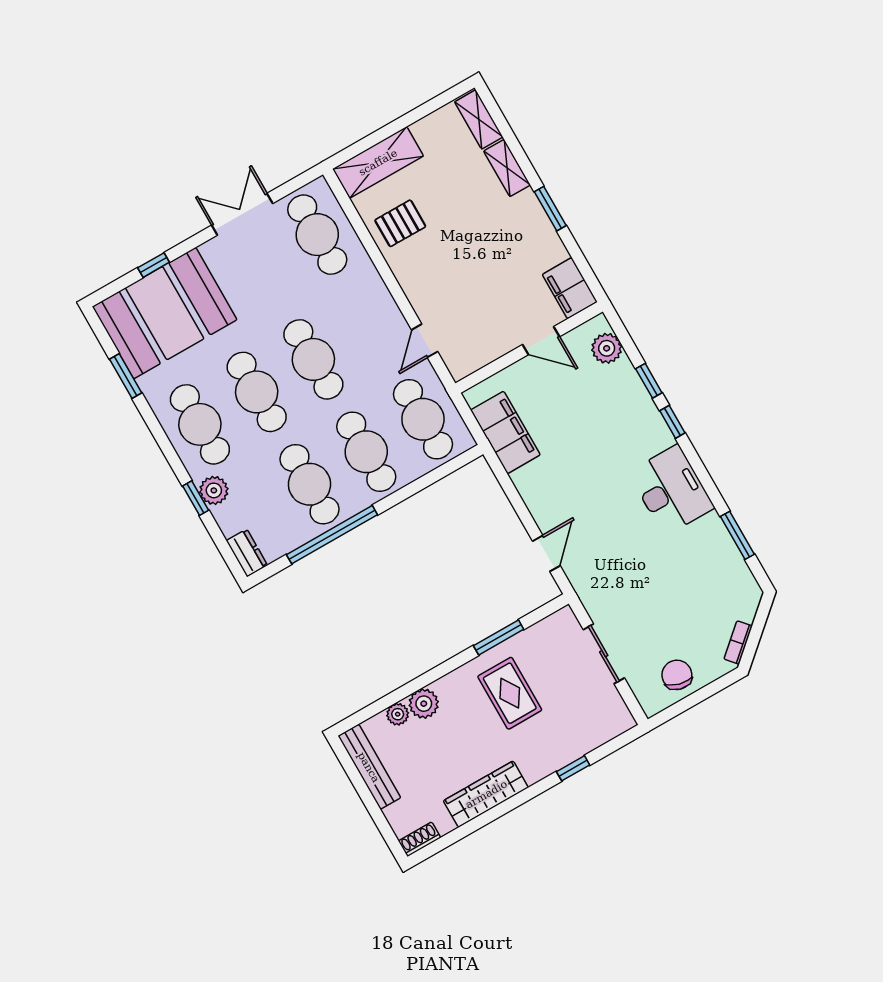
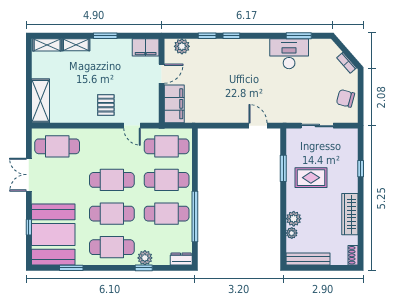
pallet: (400, 223) -> (106, 105), moved
filing cabinet: (505, 432) -> (174, 104), moved, turned 90
desk: (671, 490) -> (289, 54), moved

